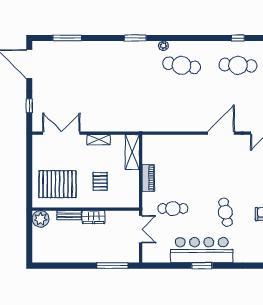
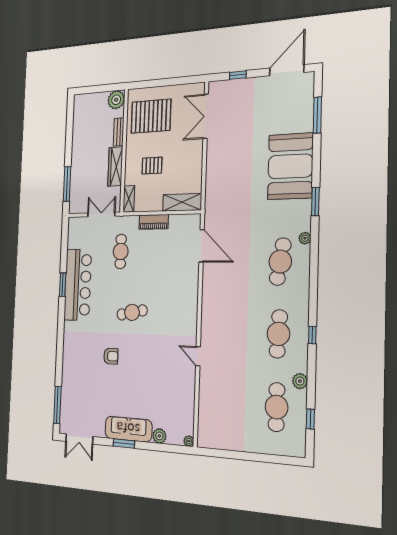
booth: (107, 59) -> (290, 166), added
double door: (61, 133) -> (206, 116), swing flipped
door: (221, 133) -> (202, 246), moved
shelving: (99, 140) -> (129, 199), moved
pallet: (57, 184) -> (151, 116), turned 90
cafe table: (225, 212) -> (132, 312), moved
wardrobe: (94, 217) -> (115, 167), width x1.50
double door: (141, 229) -> (101, 214), swing flipped

